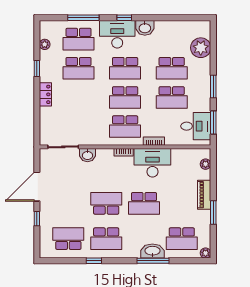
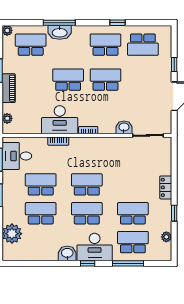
school desk: (125, 127) -> (87, 156), removed
school desk: (106, 203) -> (106, 80), turned 180

